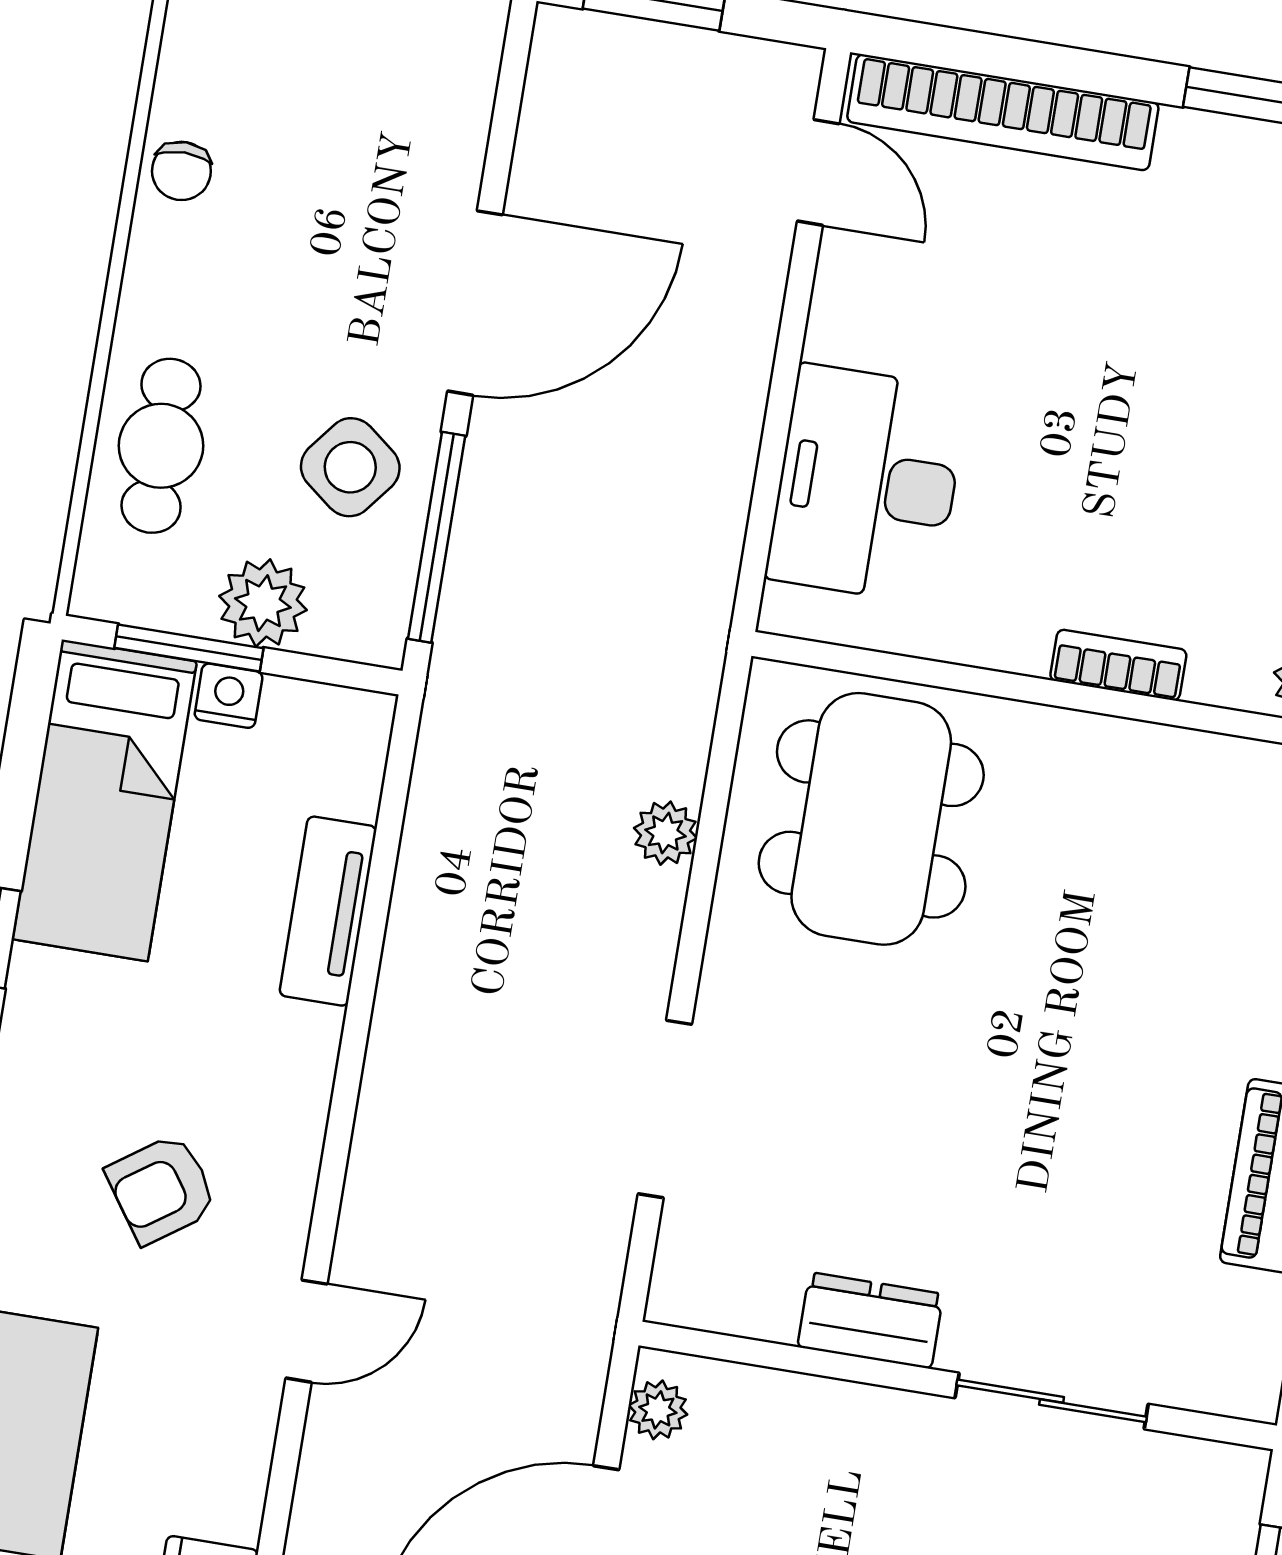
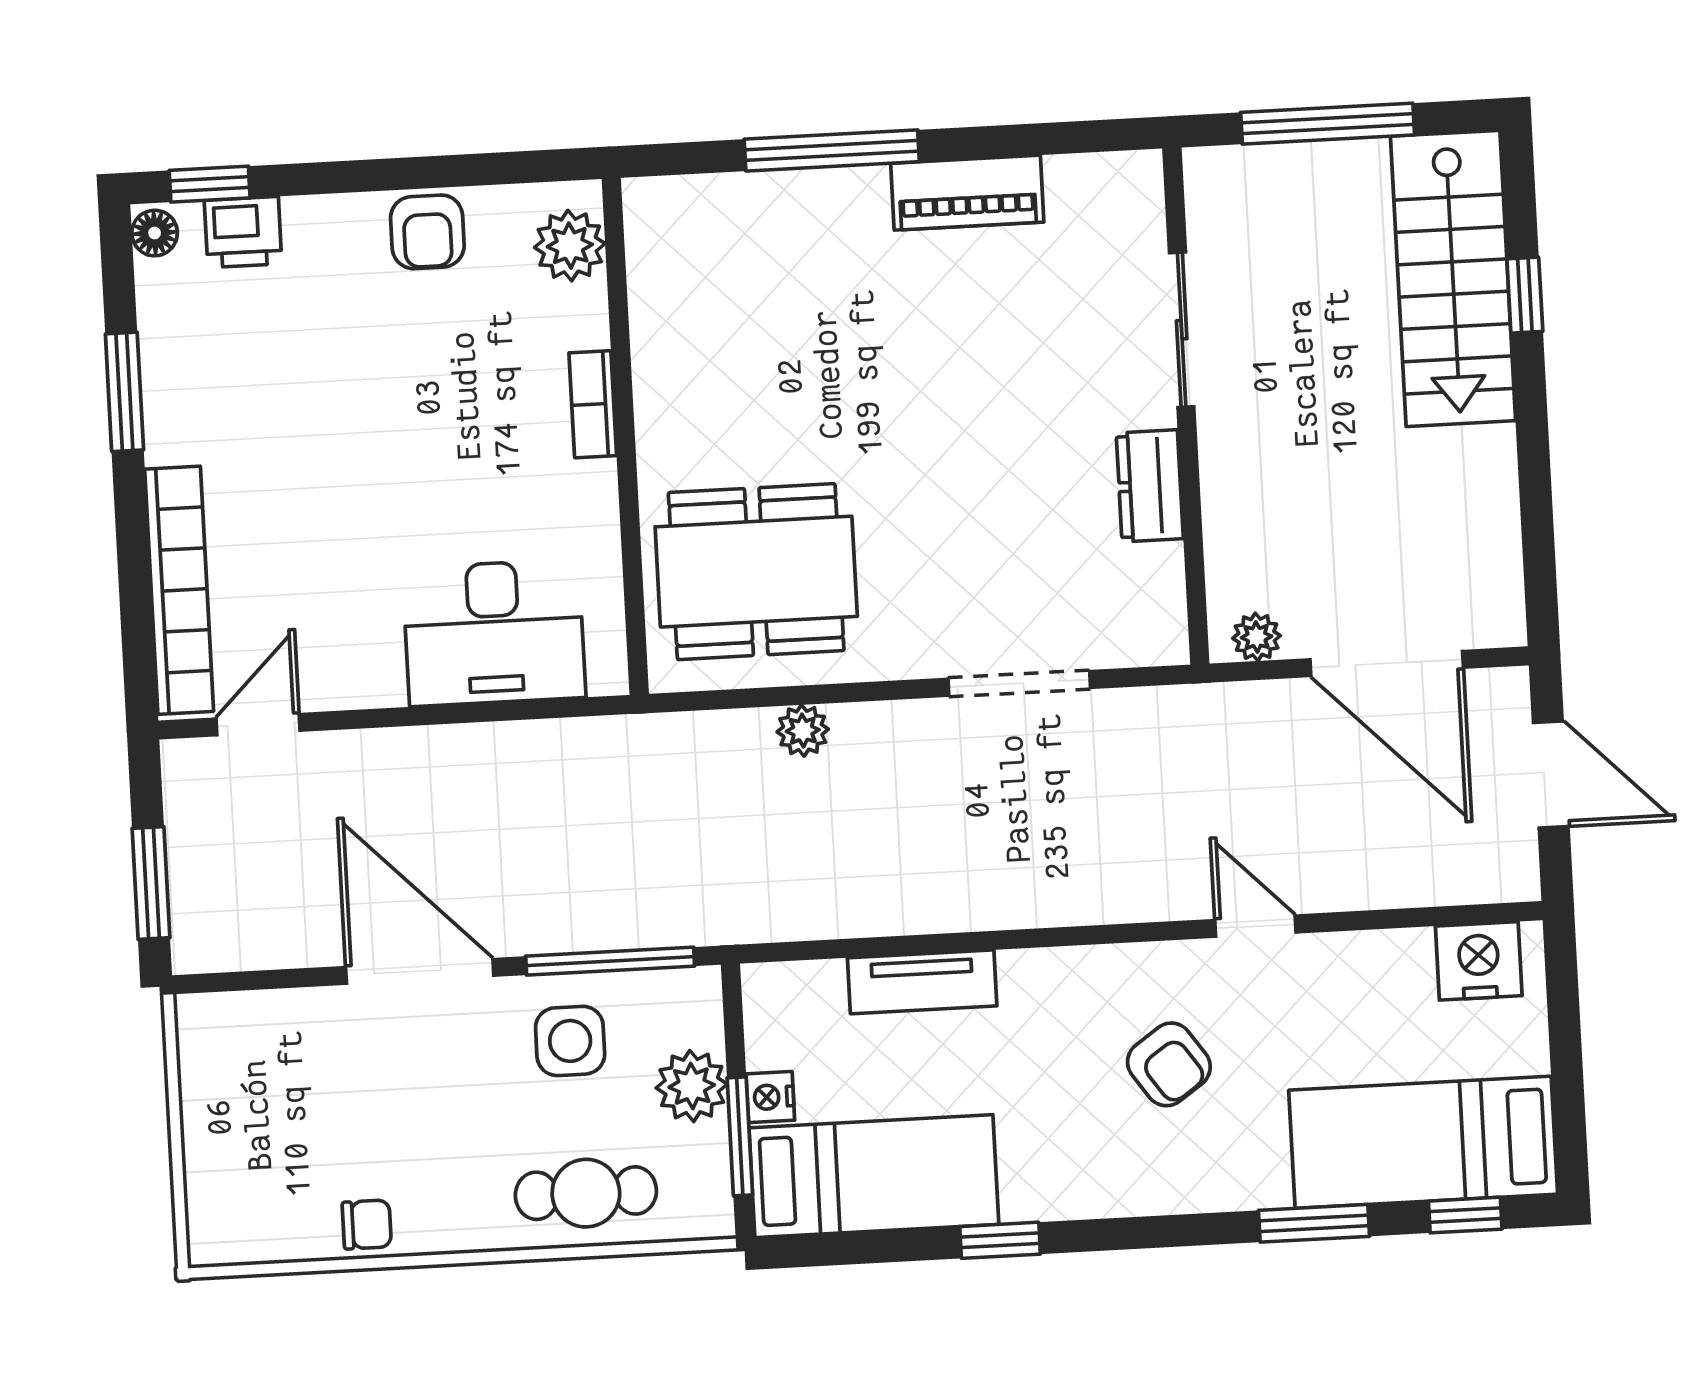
side table: (350, 467) -> (570, 1041), turned -38

